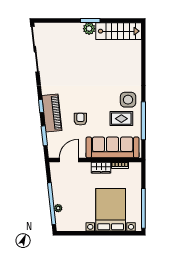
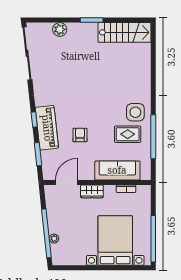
plant: (89, 29) -> (60, 29), moved
sofa: (113, 147) -> (117, 170), width x0.74, depth x0.79
wardrobe: (101, 168) -> (92, 191), moved

